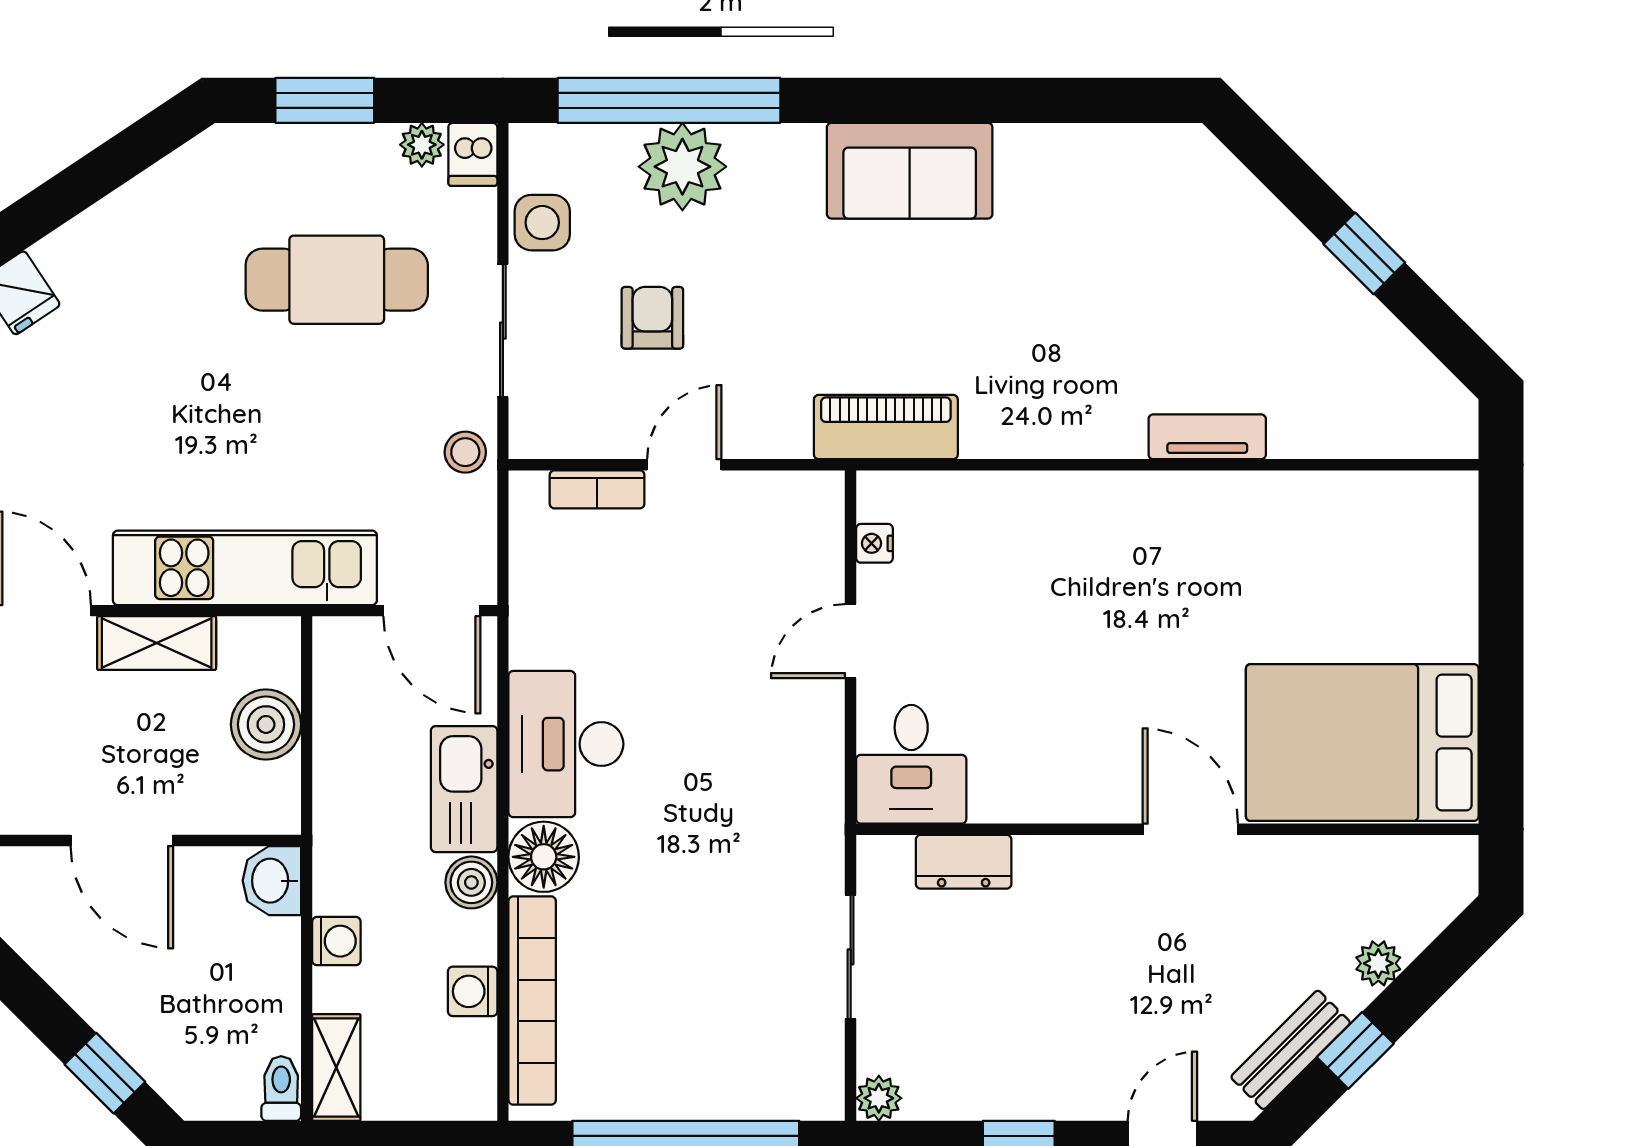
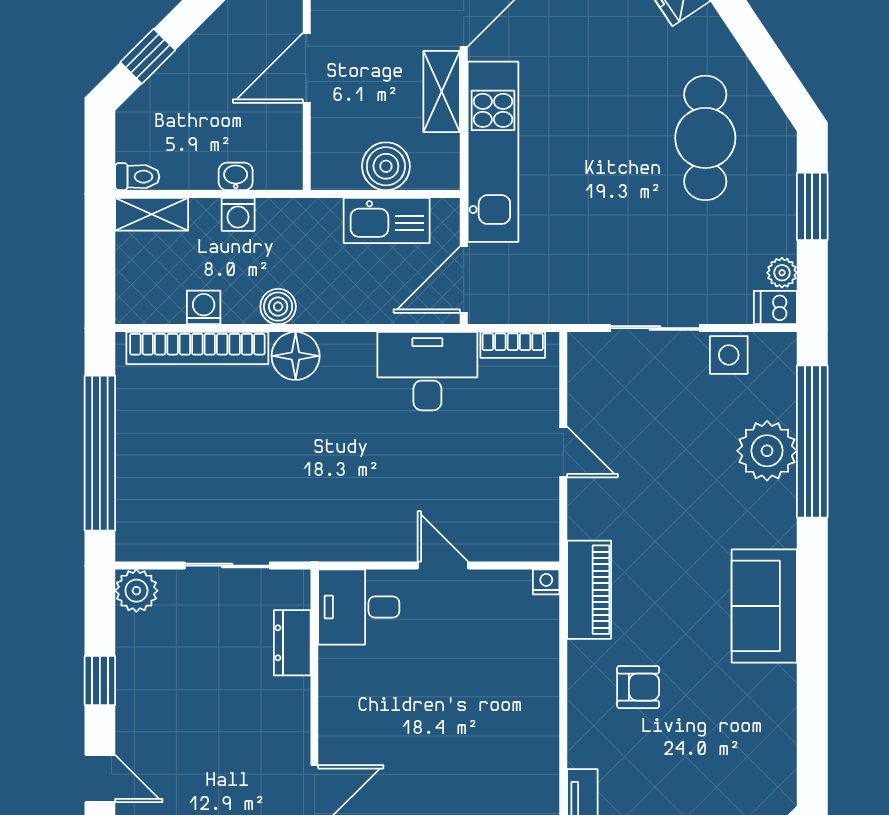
cafe table: (337, 280) -> (705, 138), moved
armchair: (652, 318) -> (638, 687), moved
stool: (465, 452) -> (572, 302), removed
bookcase: (597, 489) -> (513, 345), moved, turned -90
nightstand: (874, 543) -> (546, 582), moved
desk: (566, 744) -> (427, 371), moved
kitchen sink: (464, 789) -> (387, 221), moved, turned 180
washbasin: (272, 881) -> (236, 176), moved, width x0.72, depth x0.69
plant: (879, 1098) -> (136, 591), width x1.38, depth x1.38

